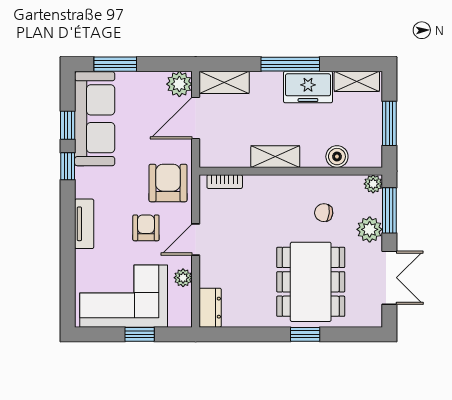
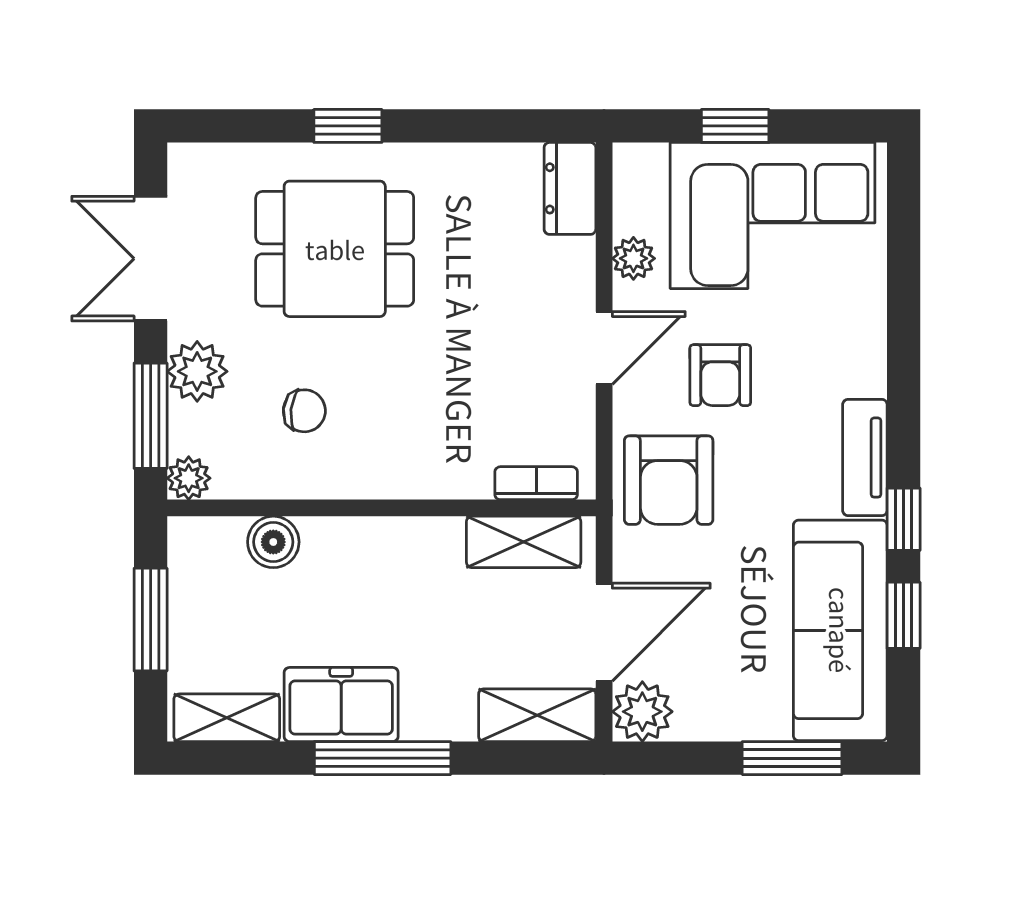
shelving: (275, 157) -> (524, 542), moved
tv unit: (84, 224) -> (865, 458), moved
dining table: (311, 282) -> (335, 249), width x0.73

